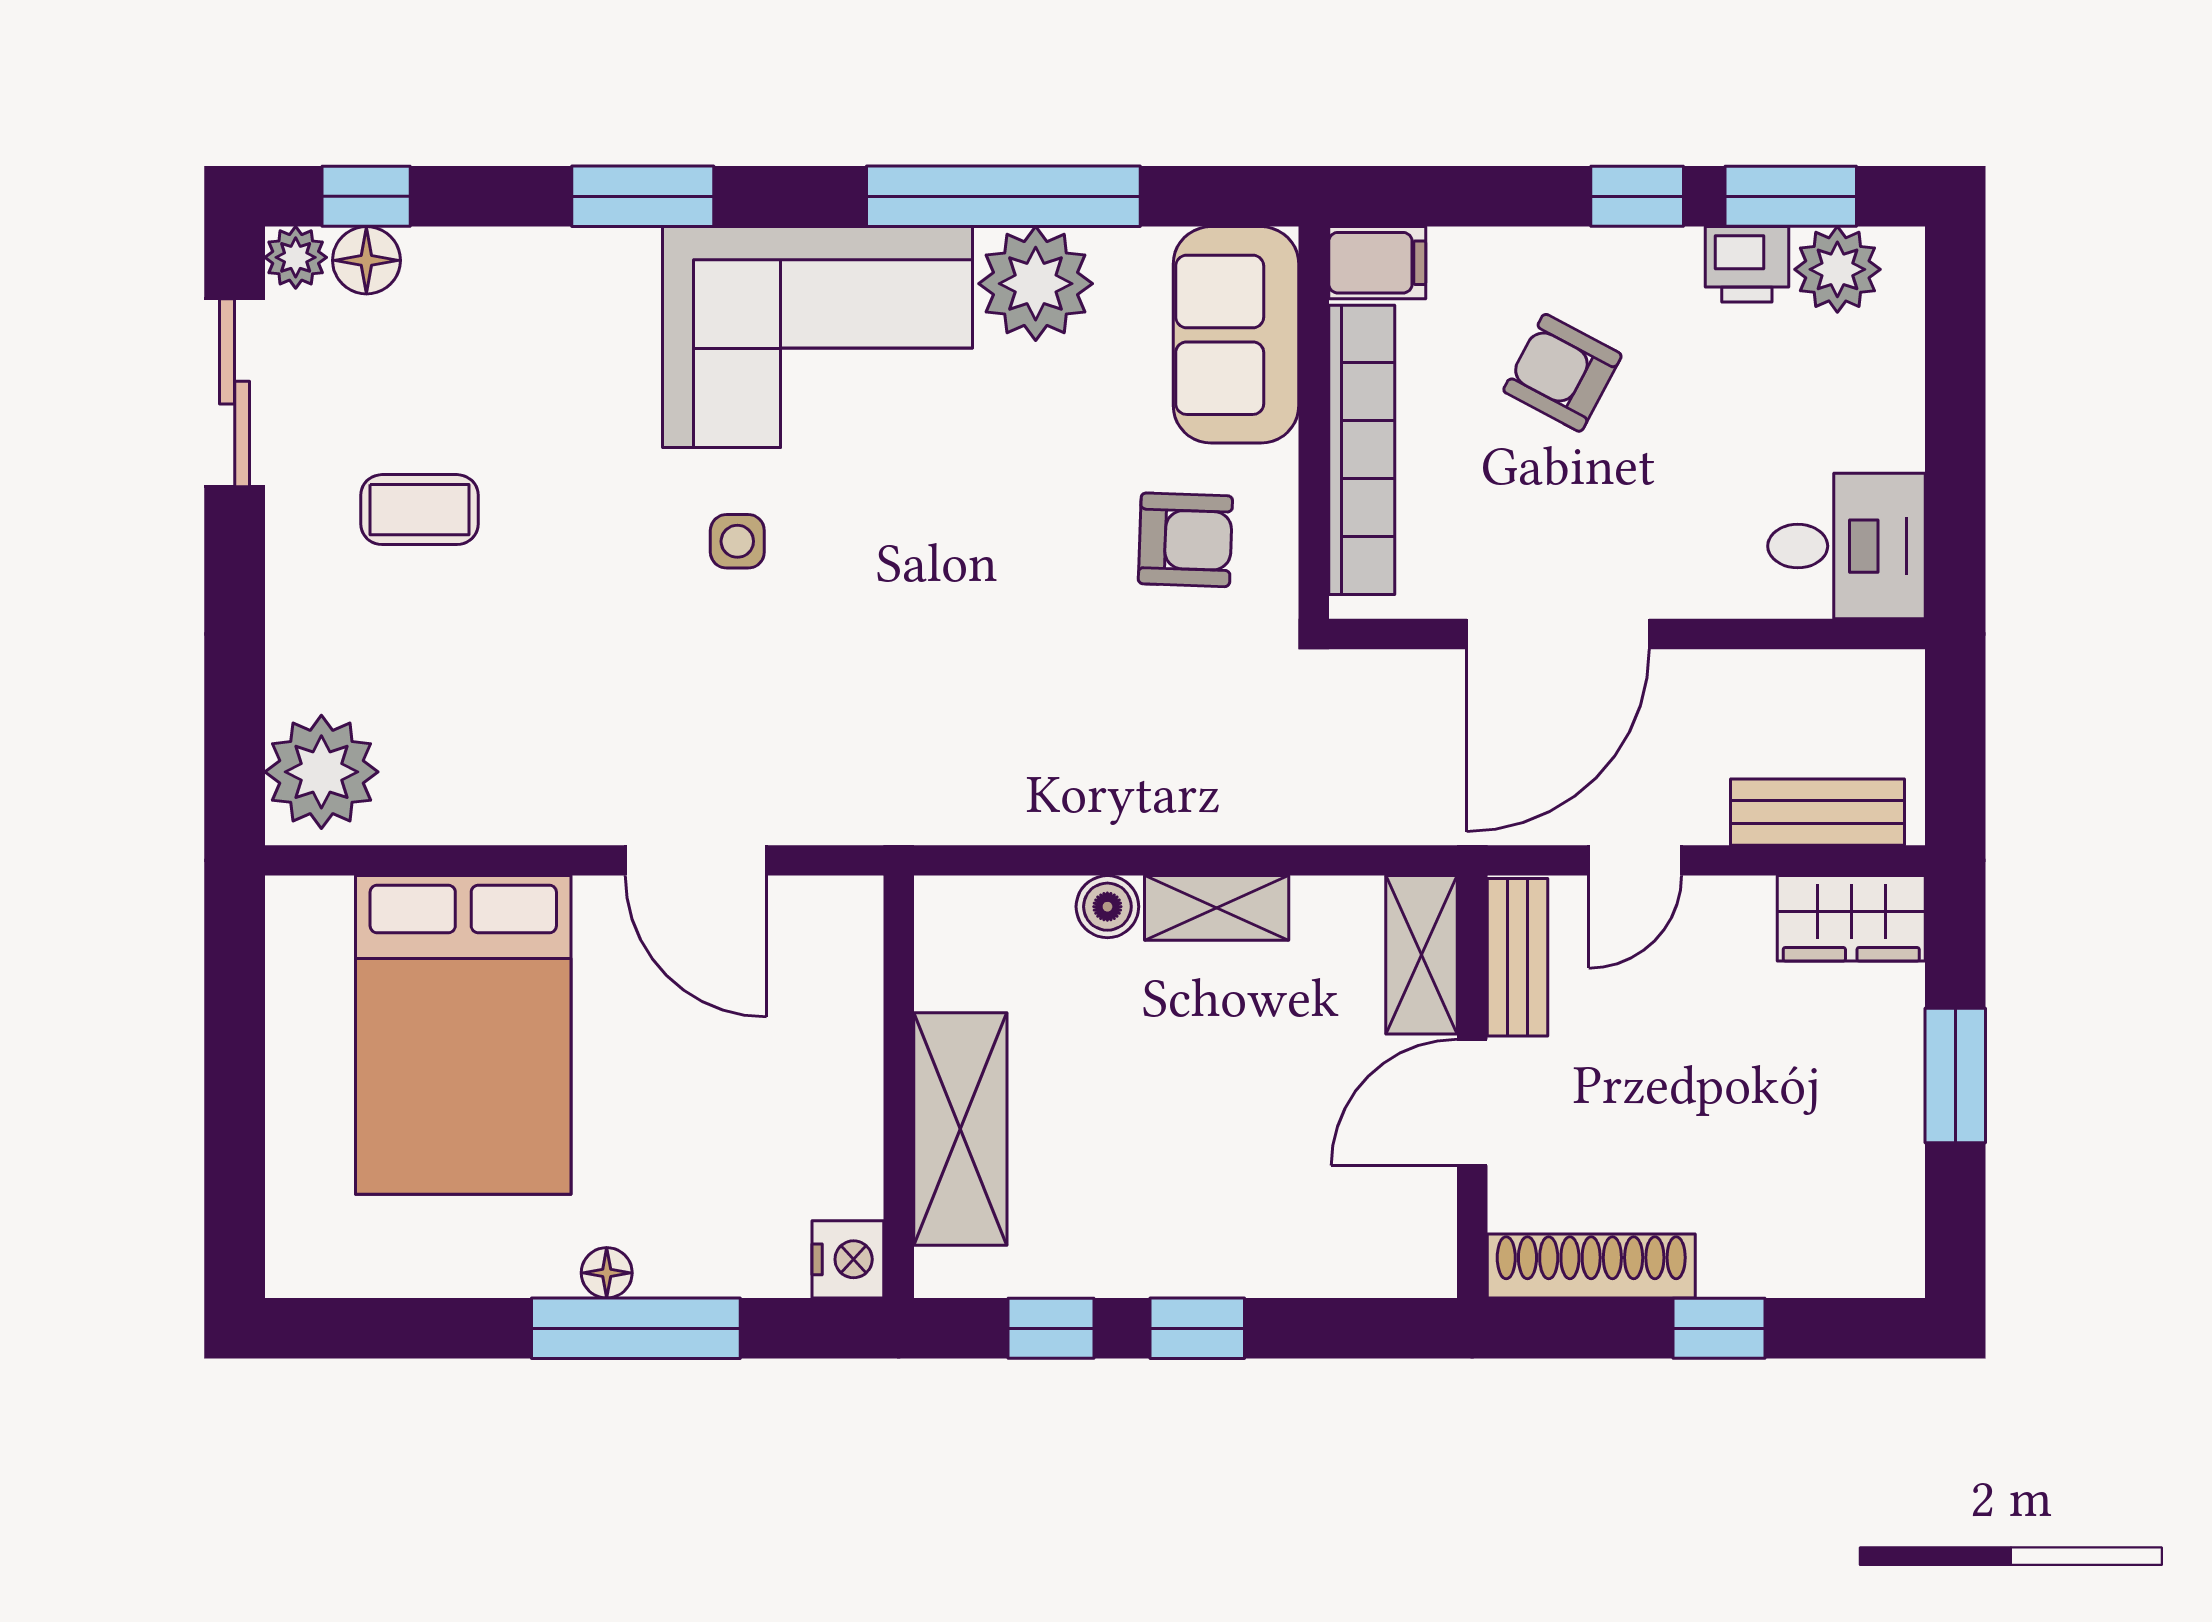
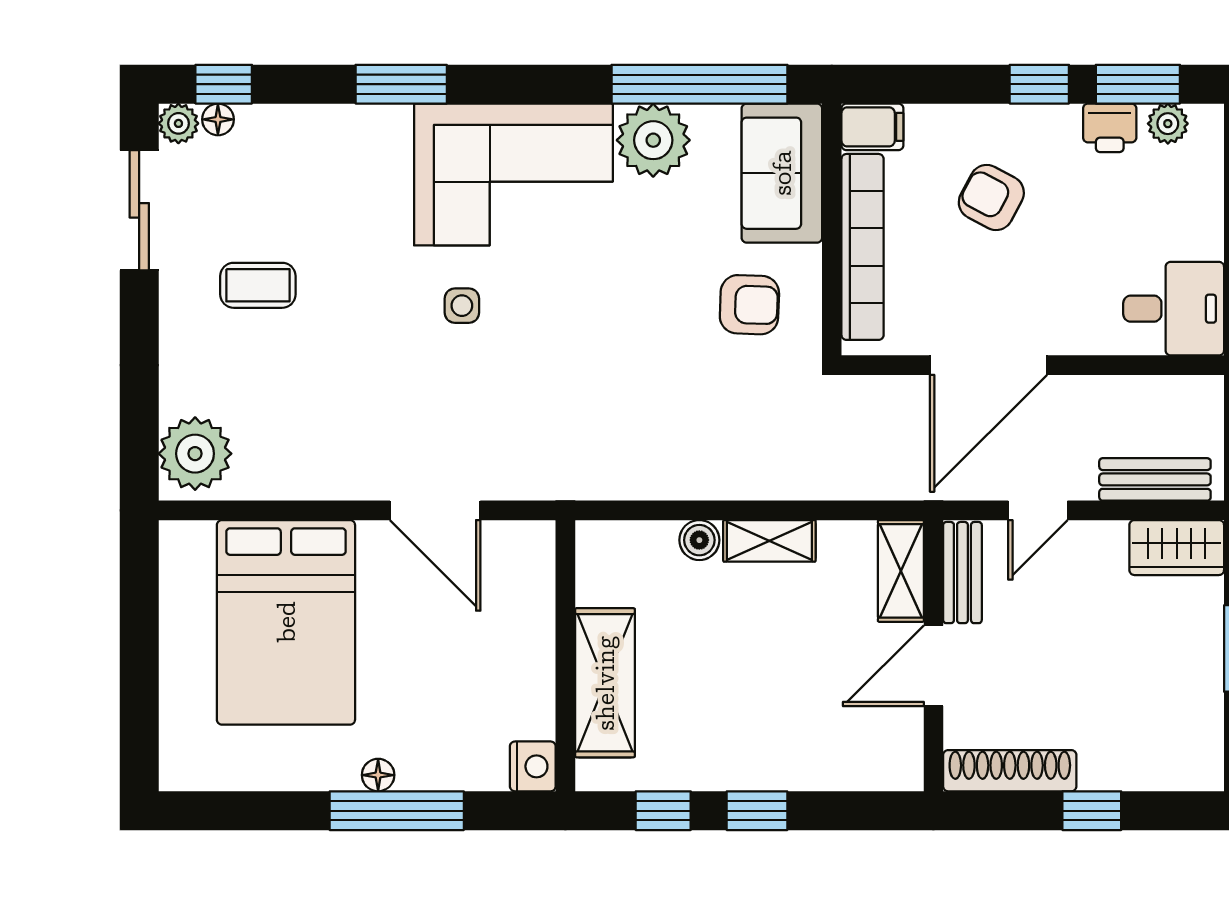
window: (1003, 196) -> (700, 84), moved
floor lamp: (366, 260) -> (218, 119), width x0.73, depth x0.73
plant: (1837, 269) -> (1168, 124), width x0.73, depth x0.73

